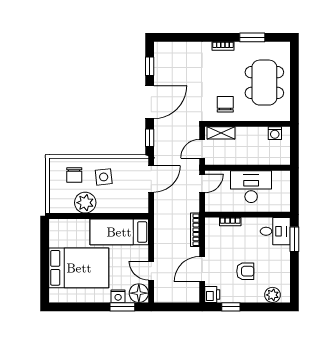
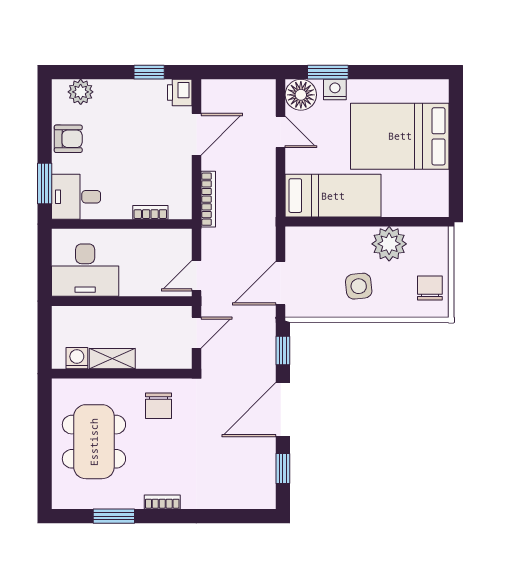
shelving: (221, 133) -> (112, 359), moved
chair: (74, 175) -> (430, 288), moved
desk: (251, 187) -> (85, 270), moved
armchair: (245, 271) -> (68, 139), moved, turned 180

